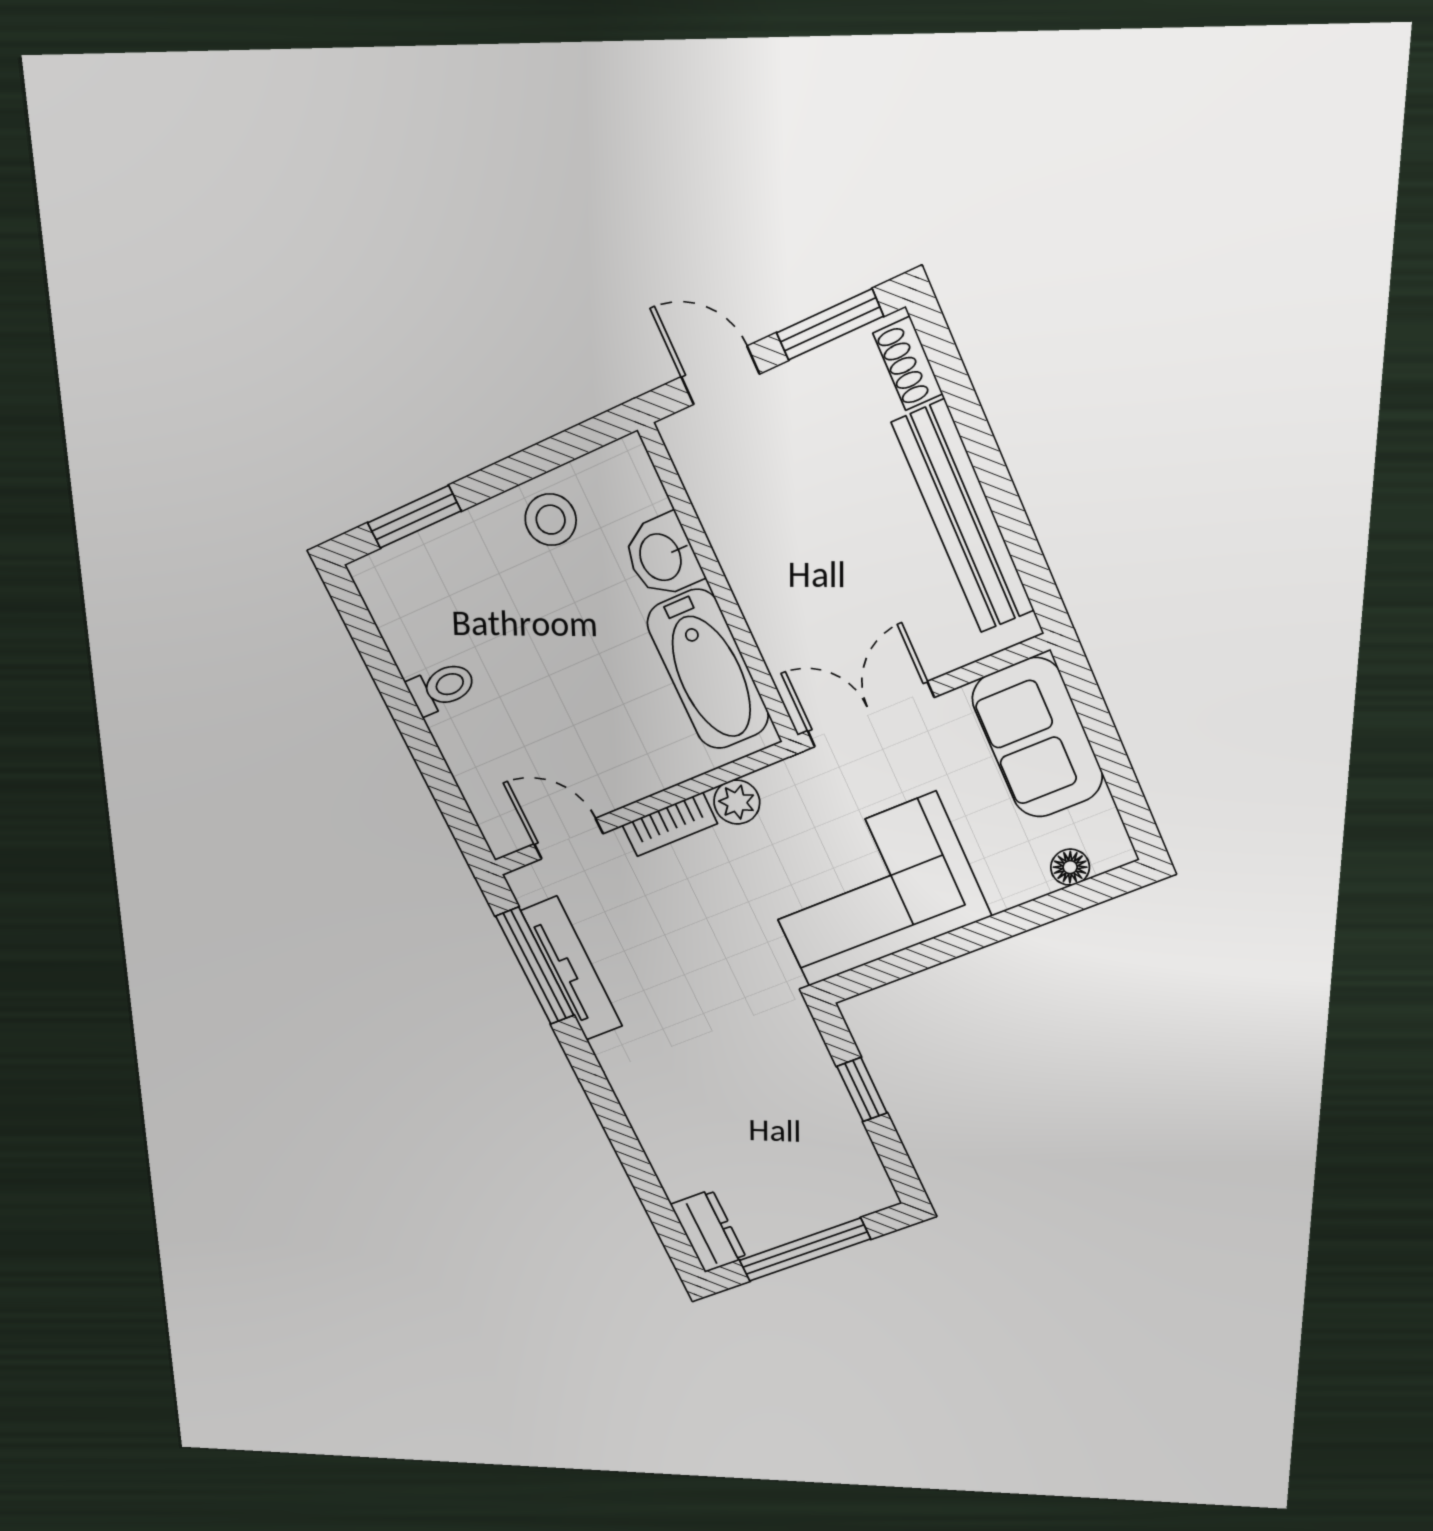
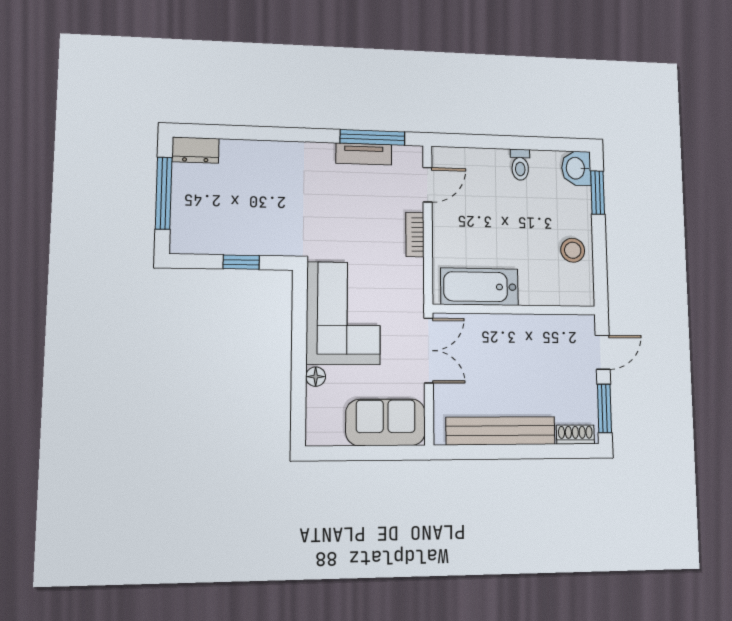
washbasin: (662, 556) -> (576, 168), moved, turned -90
plant: (737, 802) -> (413, 270), removed
floor lamp: (1070, 867) -> (316, 377), moved
tv unit: (572, 969) -> (364, 154), width x0.71

